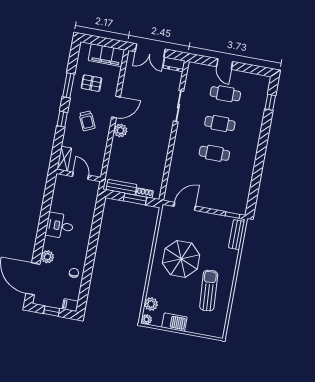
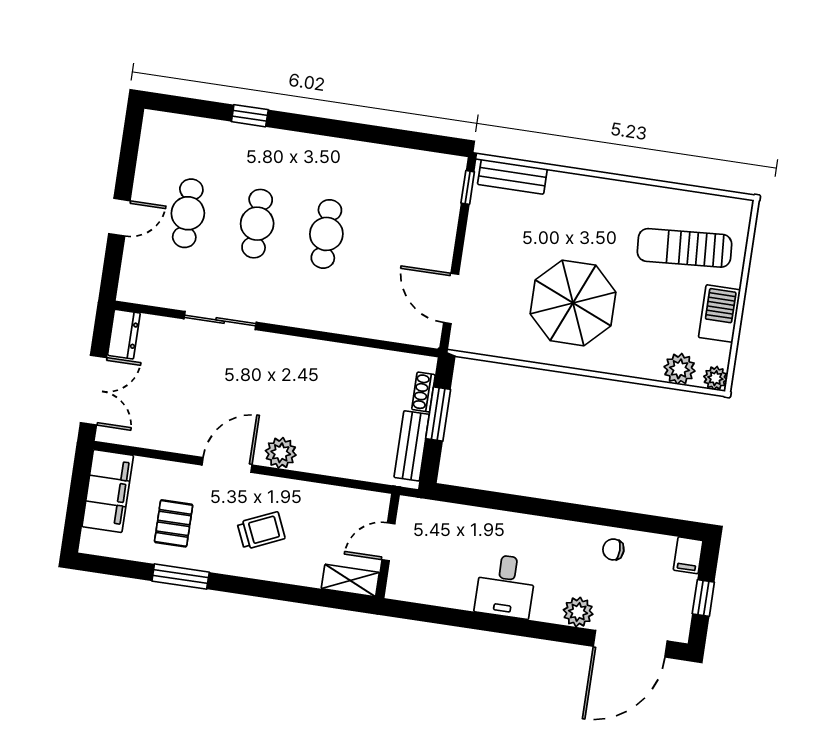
window: (270, 102) -> (250, 116), moved
door: (116, 107) -> (227, 465), hinge flipped
window: (62, 119) -> (259, 588), removed
sun lounger: (209, 290) -> (684, 248), moved

